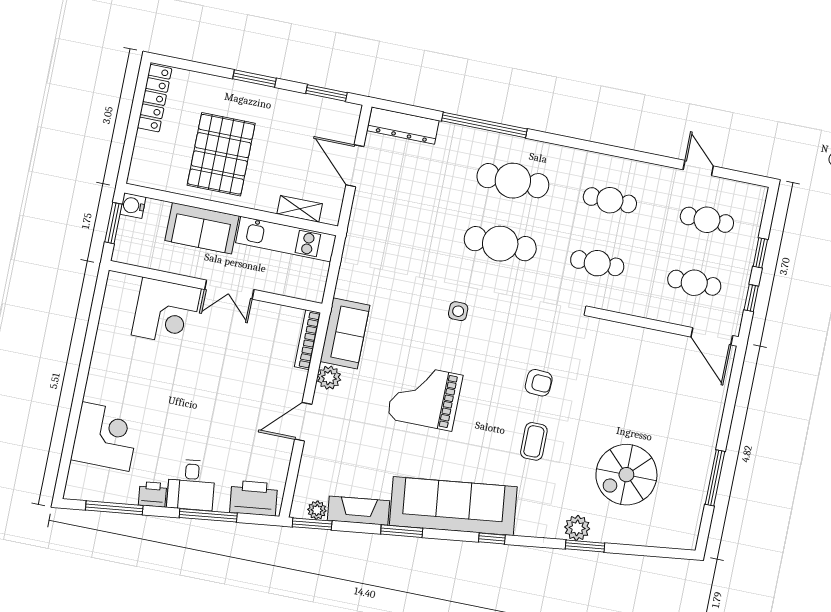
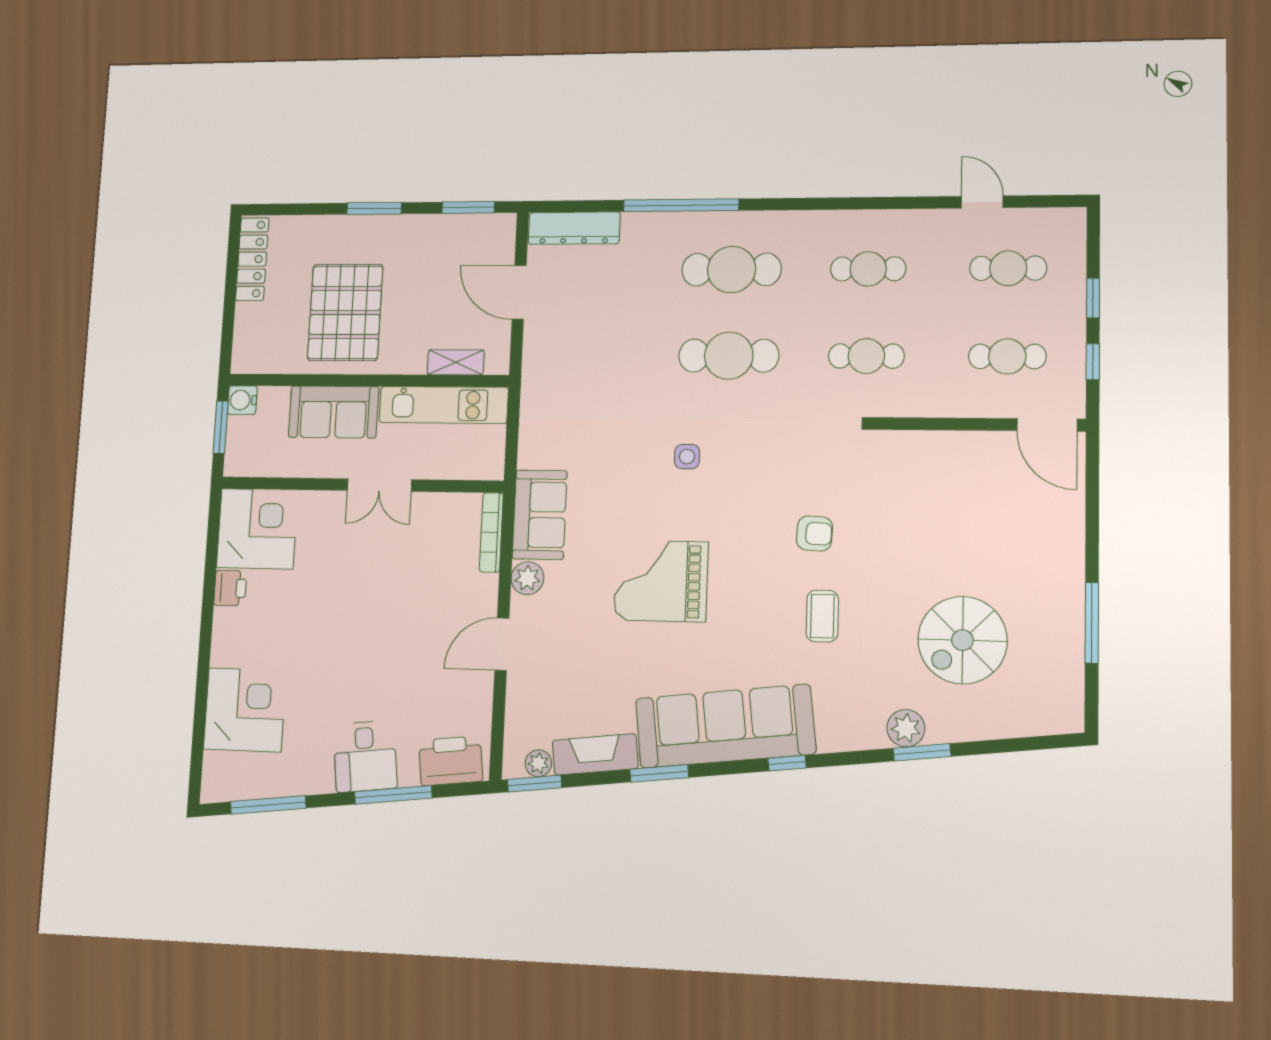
corner desk: (166, 312) -> (257, 529), moved, turned -90
printer: (153, 494) -> (230, 588), moved, turned 97

